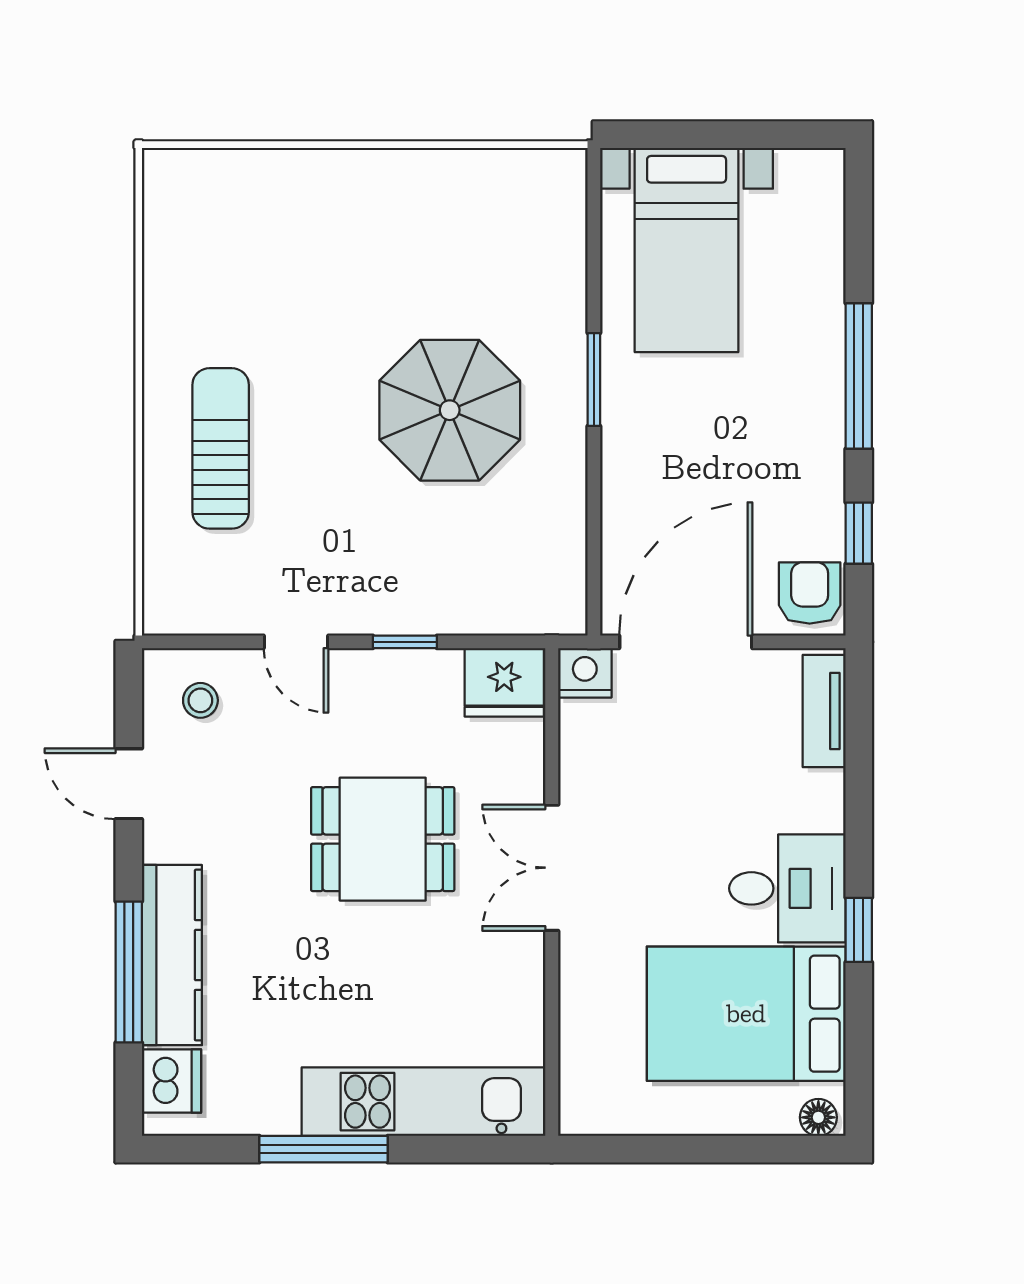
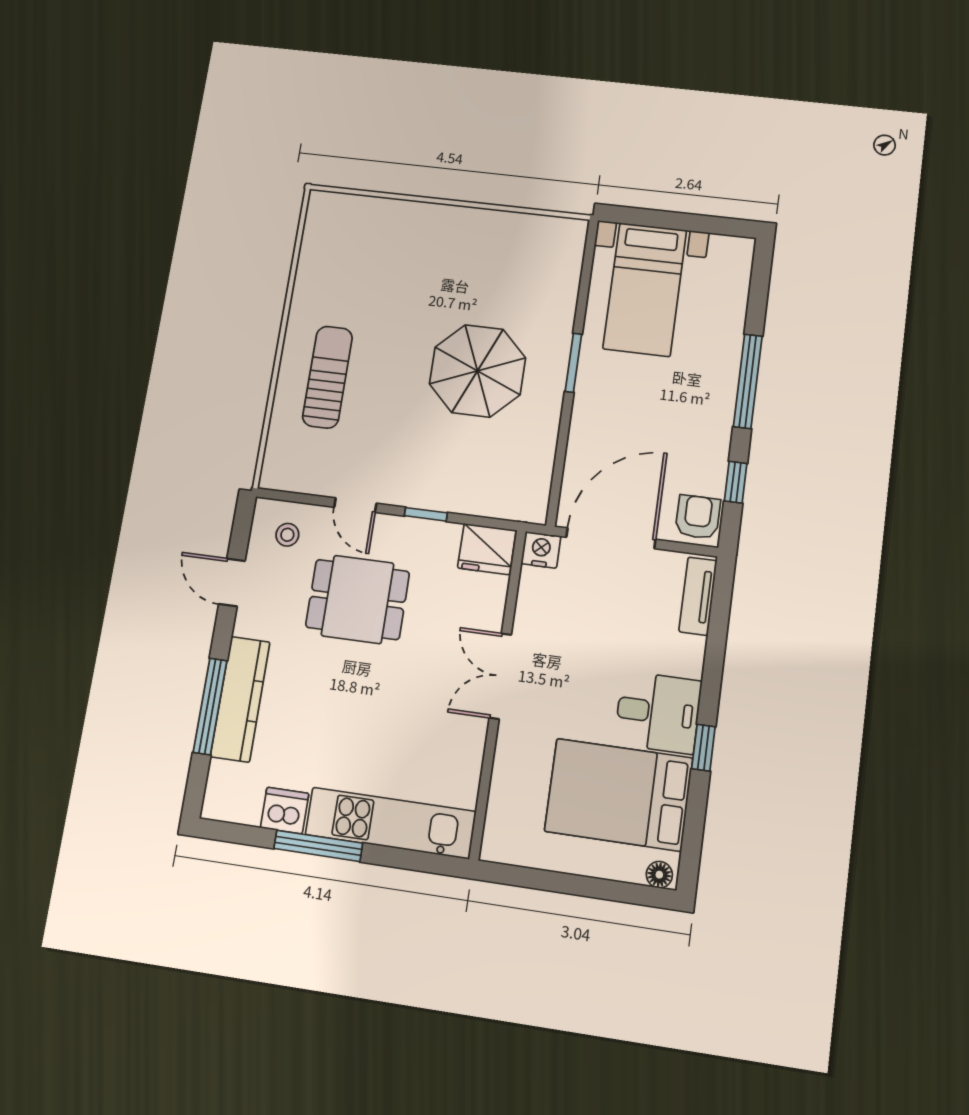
dining table: (383, 839) -> (358, 599), moved
dishwasher: (171, 1081) -> (285, 811), moved, turned -90

